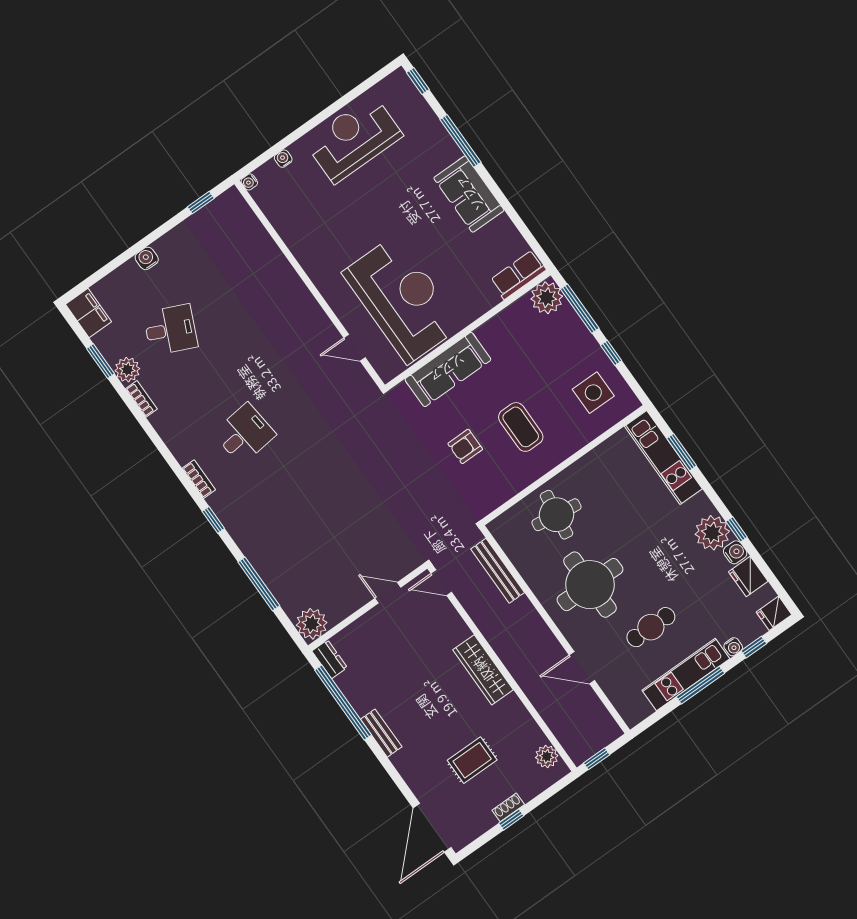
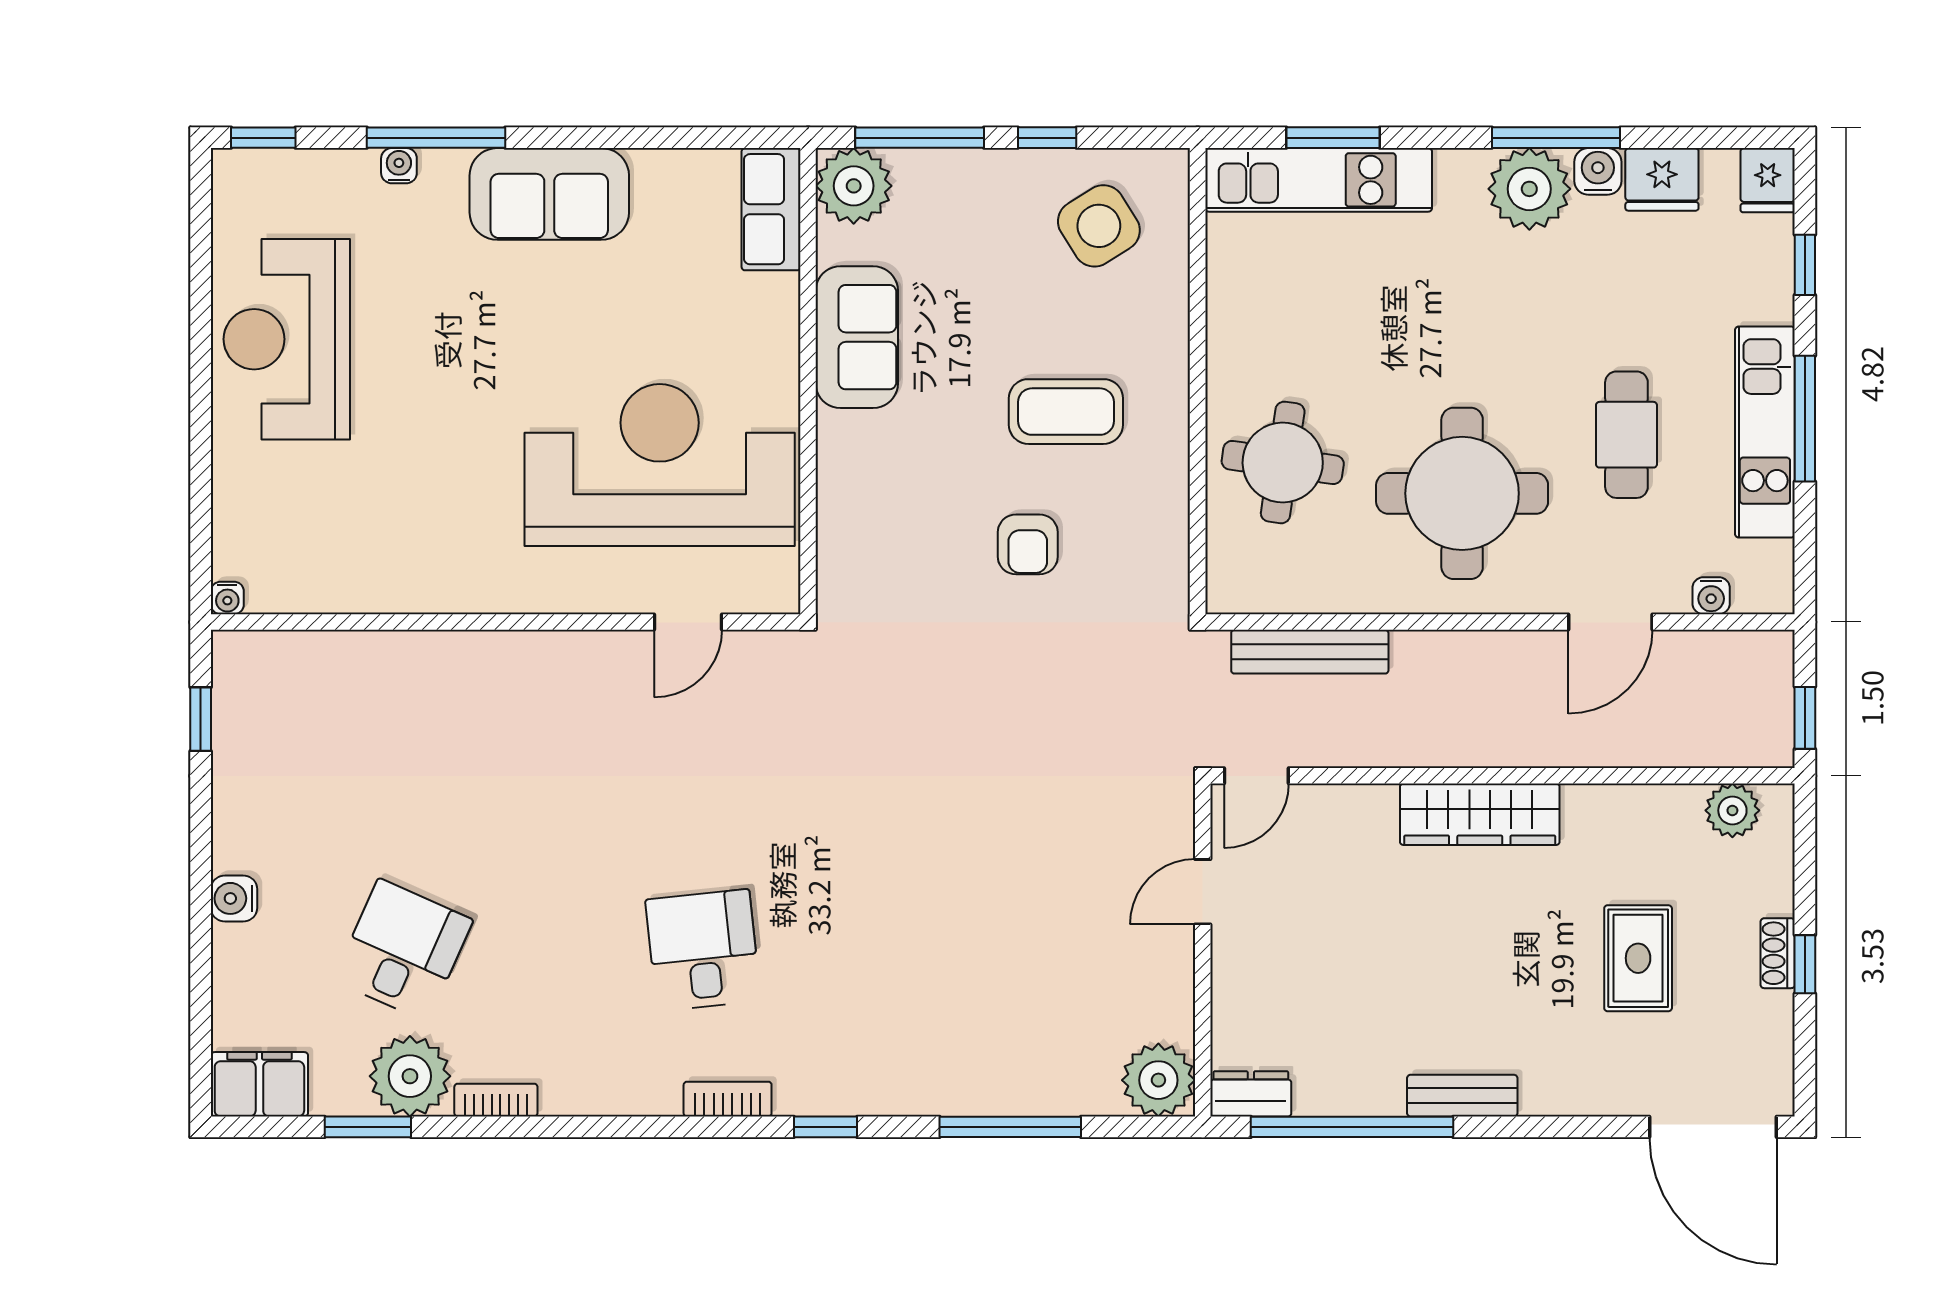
water cooler: (283, 159) -> (399, 166), moved, turned 90
sofa: (448, 369) -> (857, 337), moved, width x0.73
plant: (127, 370) -> (410, 1076), width x1.36, depth x1.36
side table: (593, 393) -> (1099, 226), turned -32
window: (737, 529) -> (1556, 138), width x2.17
water cooler: (733, 647) -> (1711, 596), moved, turned 90

